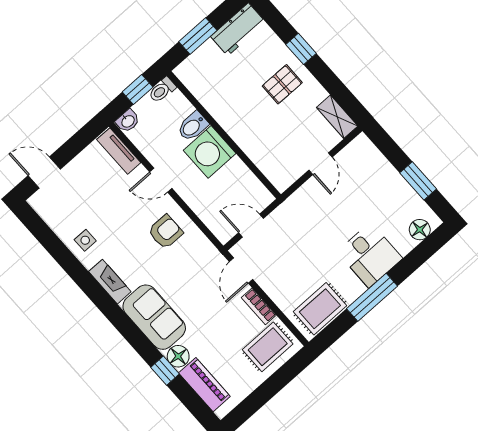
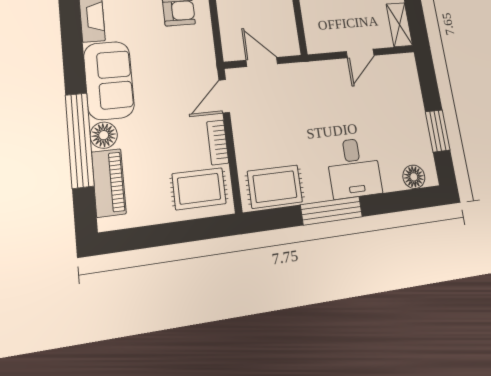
window: (165, 371) -> (80, 140), width x3.17

